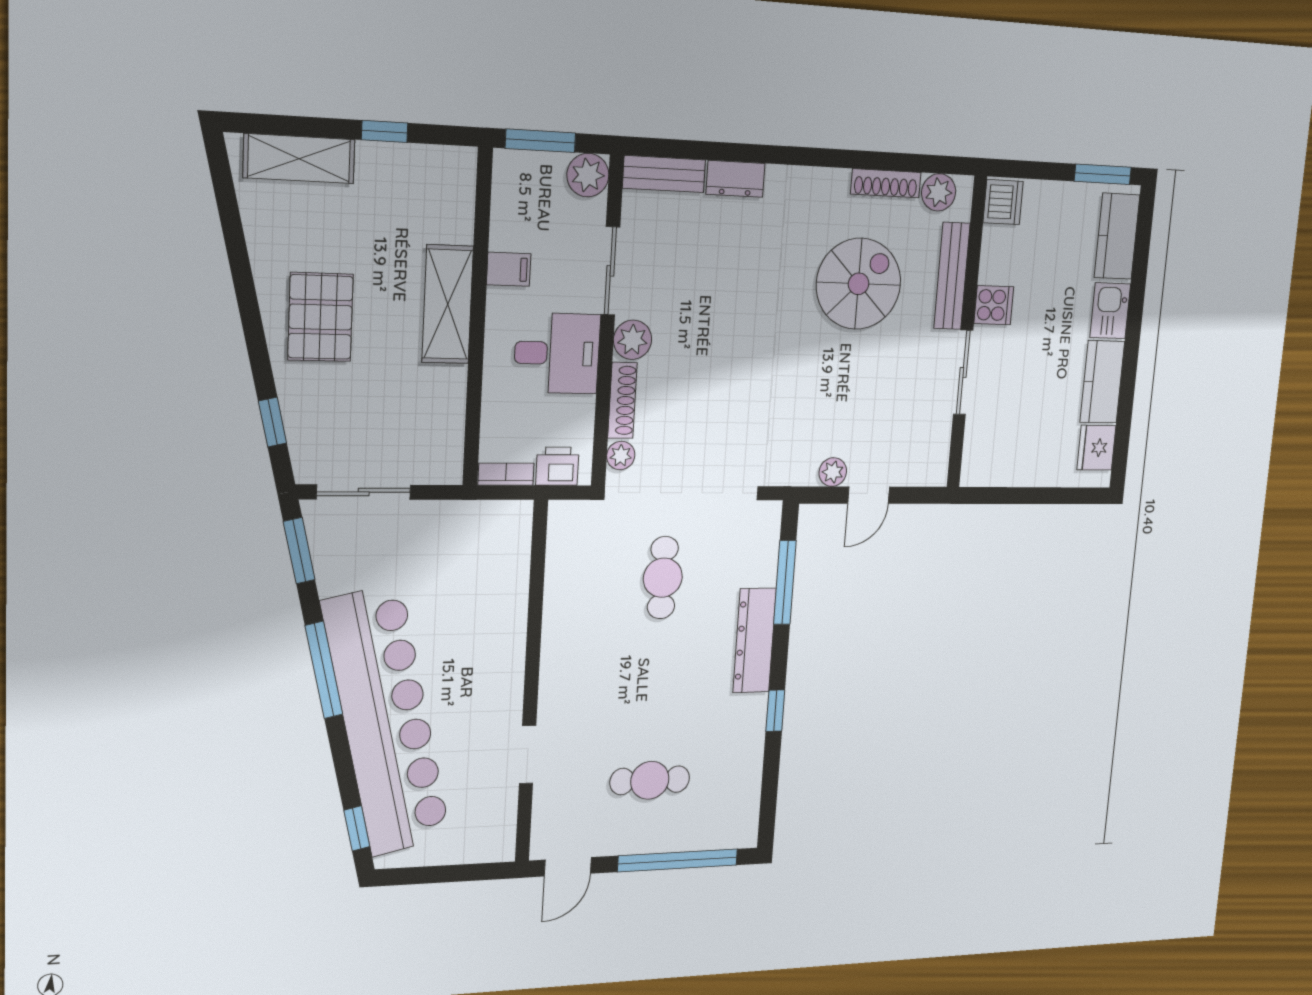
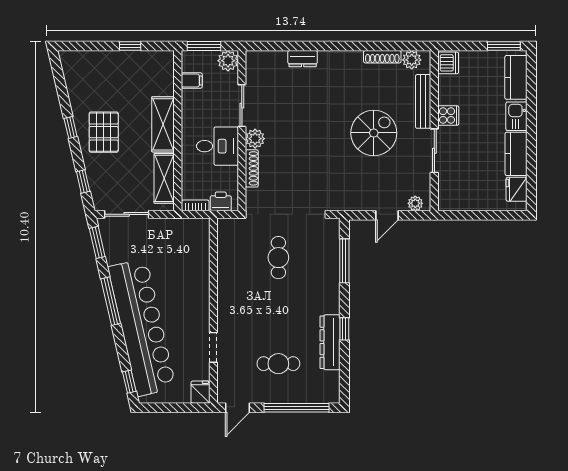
shelving: (299, 159) -> (164, 178), moved, turned 90
bench: (664, 174) -> (266, 58), removed
filing cabinet: (509, 269) -> (192, 80), moved
spiral stairs: (859, 284) -> (374, 133), moved
window: (248, 305) -> (71, 127), added
plant: (621, 456) -> (253, 196), removed
plant: (833, 472) -> (415, 203), moved
dresser: (755, 640) -> (330, 342), moved
fridge: (498, 841) -> (200, 392), added

